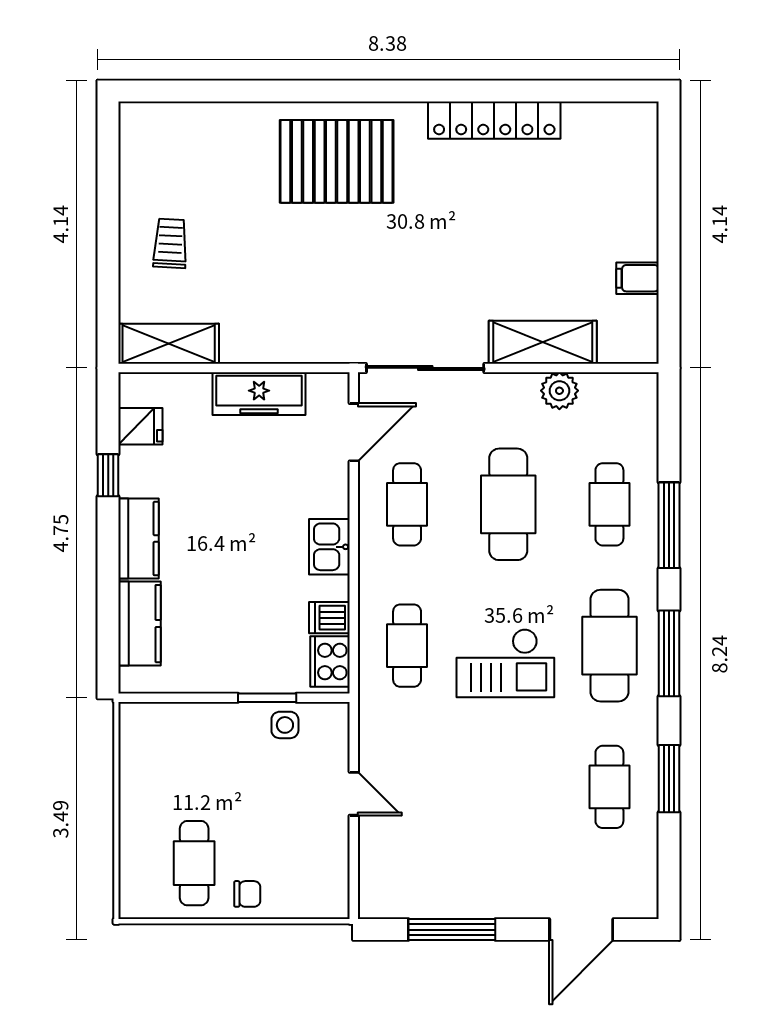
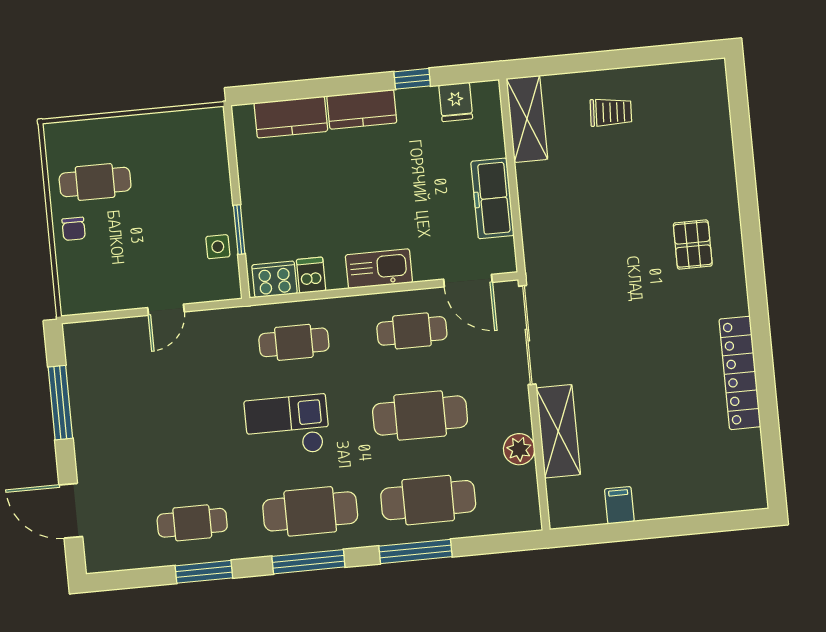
pallet: (337, 161) -> (693, 245), width x0.49, depth x0.50
cafe table: (609, 504) -> (428, 500), width x1.37, depth x1.35
kitchen sink: (329, 547) -> (379, 269), width x1.38
checkout: (505, 663) -> (287, 426), turned 90

